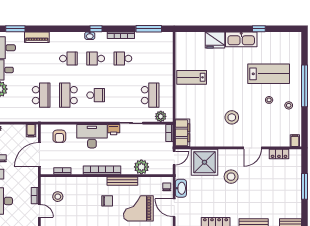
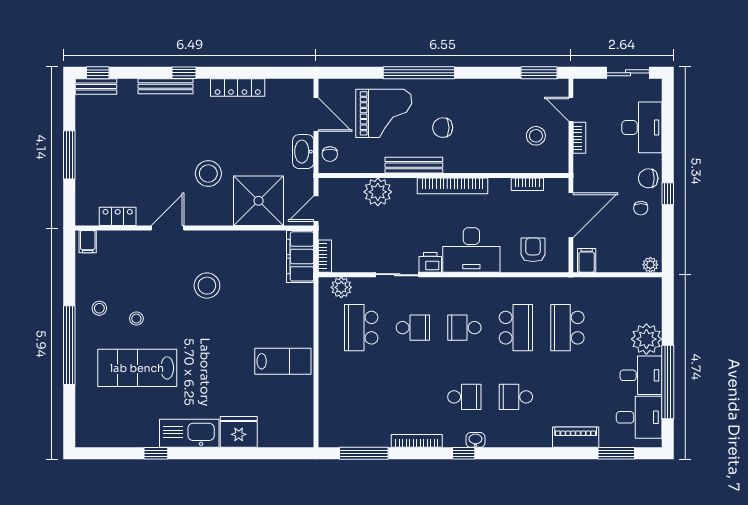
school desk: (123, 59) -> (413, 328), moved

